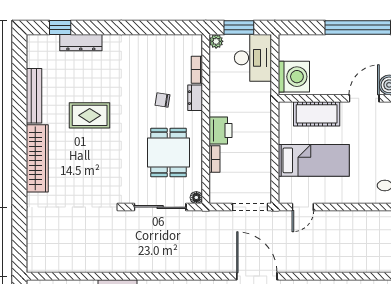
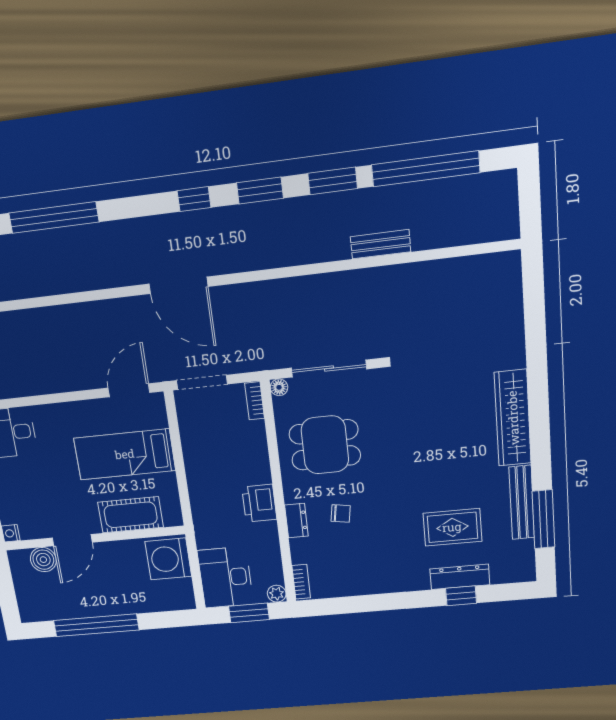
window: (60, 27) -> (461, 596), moved
bookcase: (197, 70) -> (301, 582), moved
window: (19, 82) -> (543, 519), added
rug: (90, 115) -> (452, 527), moved
printer: (221, 131) -> (259, 503), moved
dining table: (169, 153) -> (325, 445), turned 90
bookcase: (215, 159) -> (255, 401), moved
door: (303, 207) -> (129, 390), width x1.38

